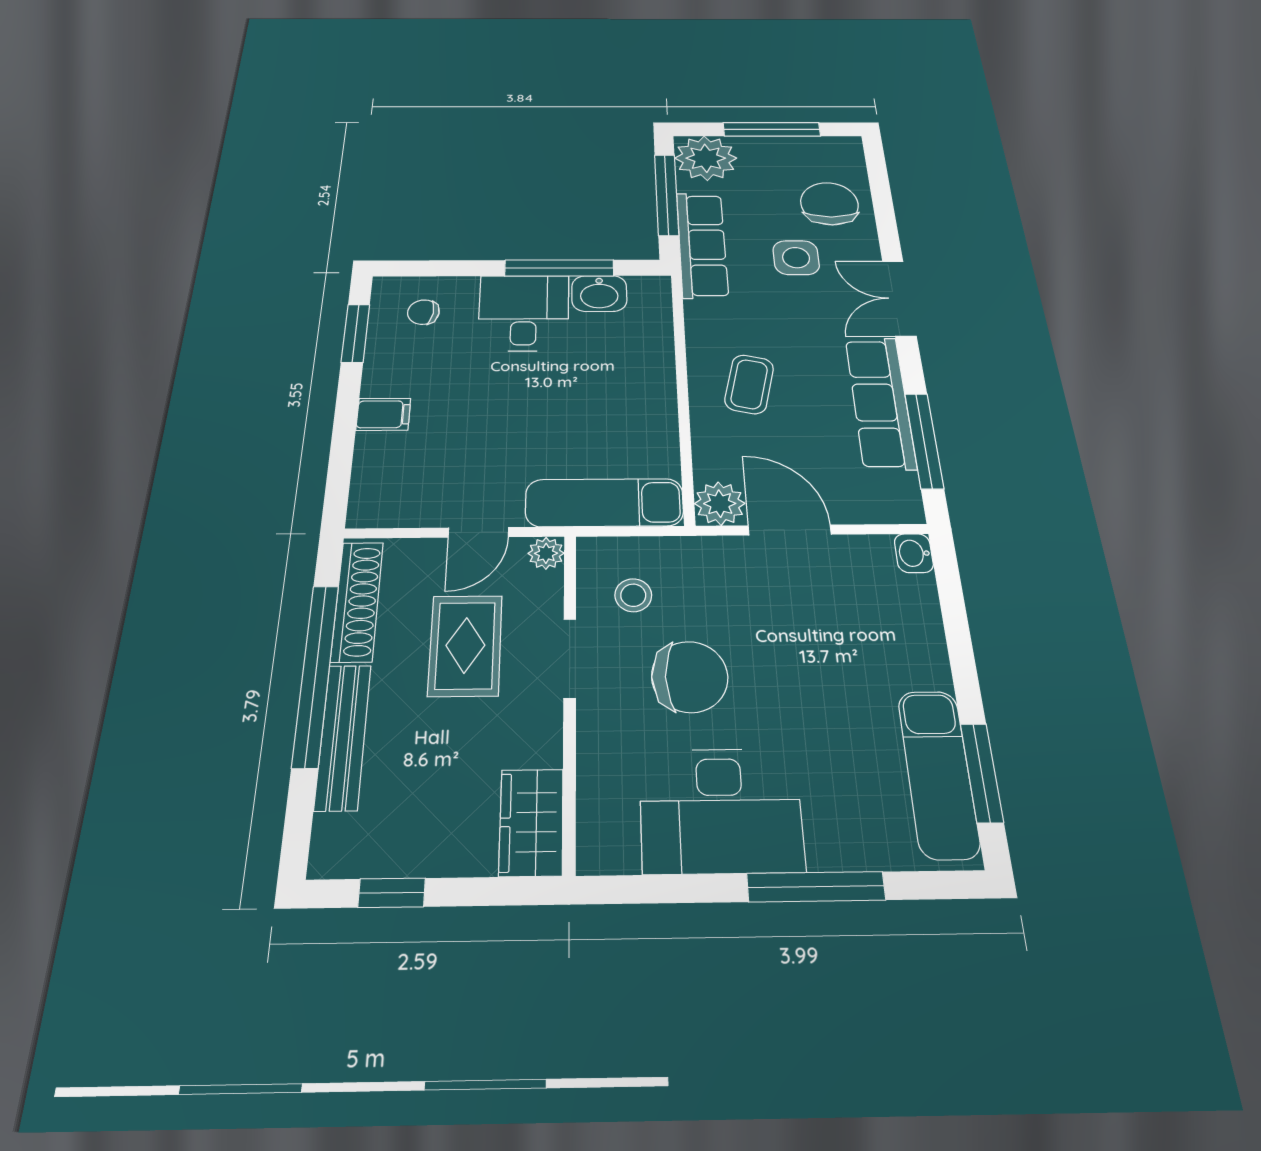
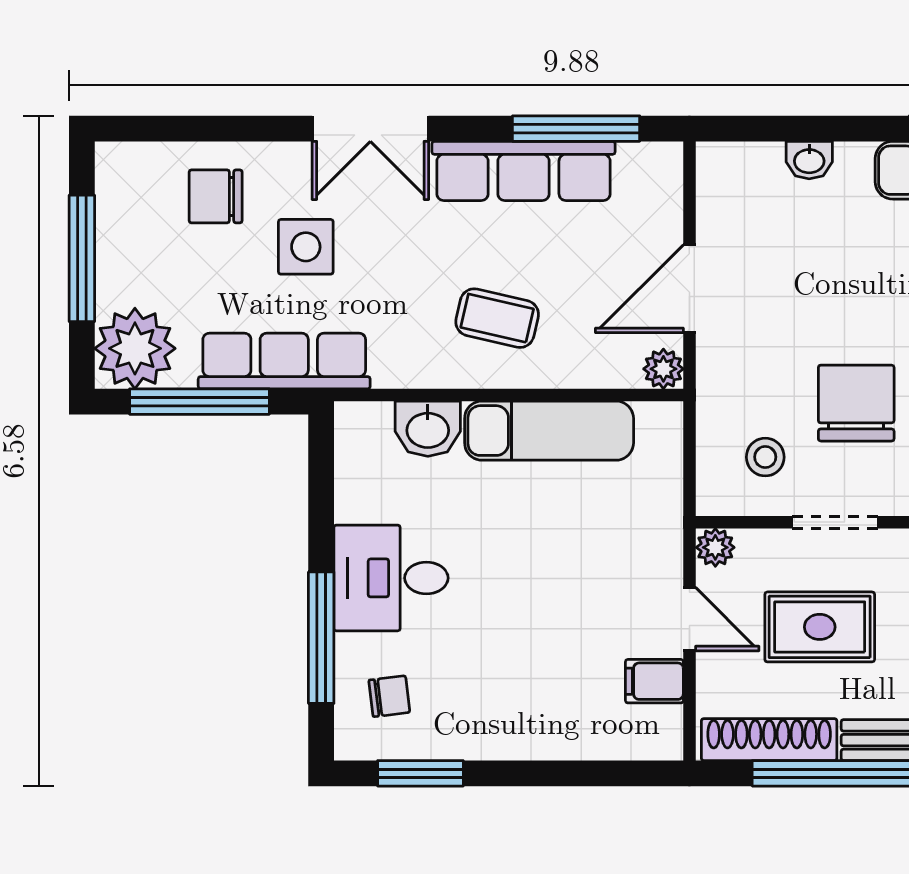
chair: (829, 204) -> (216, 196), width x0.73, depth x0.73
window: (559, 268) -> (321, 638), moved
washbasin: (599, 293) -> (428, 429), moved, turned 90
chair: (423, 312) -> (389, 696), turned -104
filing cabinet: (383, 414) -> (654, 681), moved, turned -90
exam couch: (604, 503) -> (549, 431), moved, turned -90
plant: (720, 504) -> (663, 369), width x0.73, depth x0.73
washbasin: (914, 553) -> (809, 160), moved

